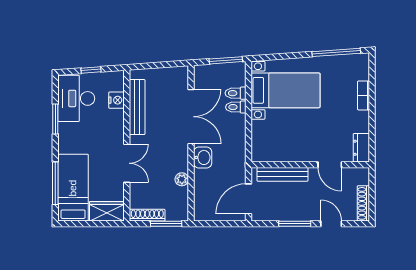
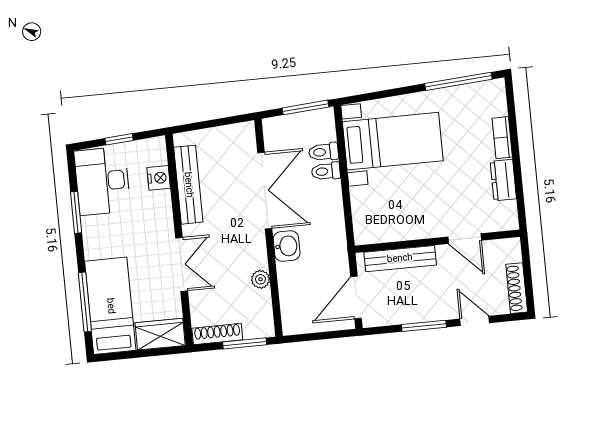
dresser: (361, 148) -> (503, 180), moved

